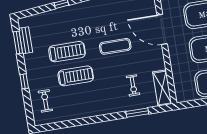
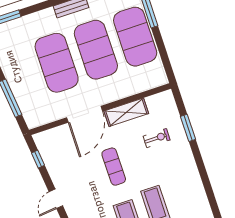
shelving: (162, 88) -> (126, 112), moved

